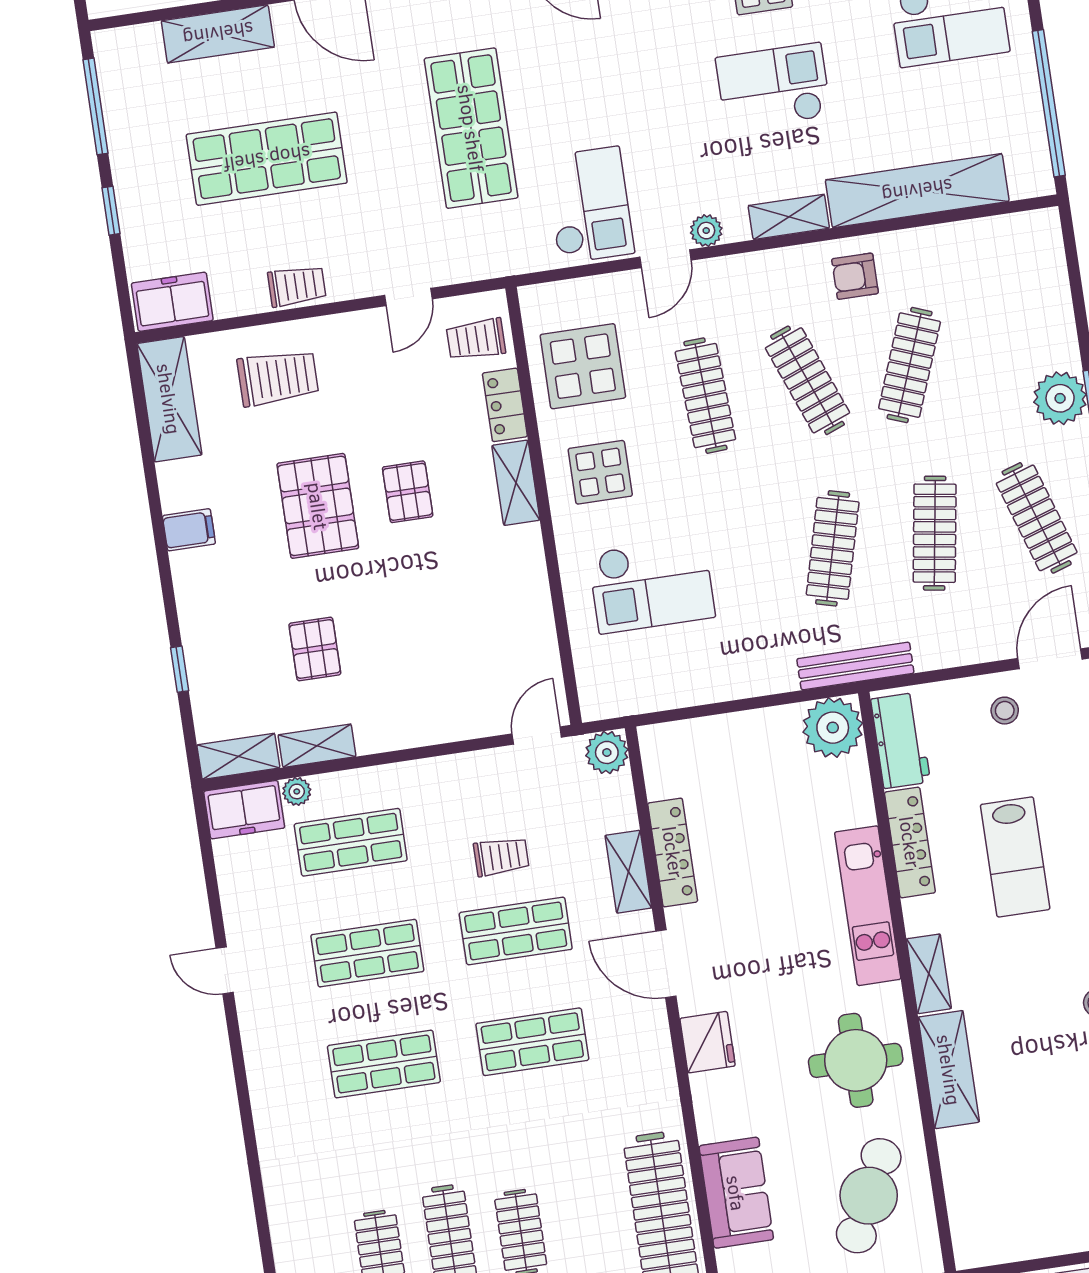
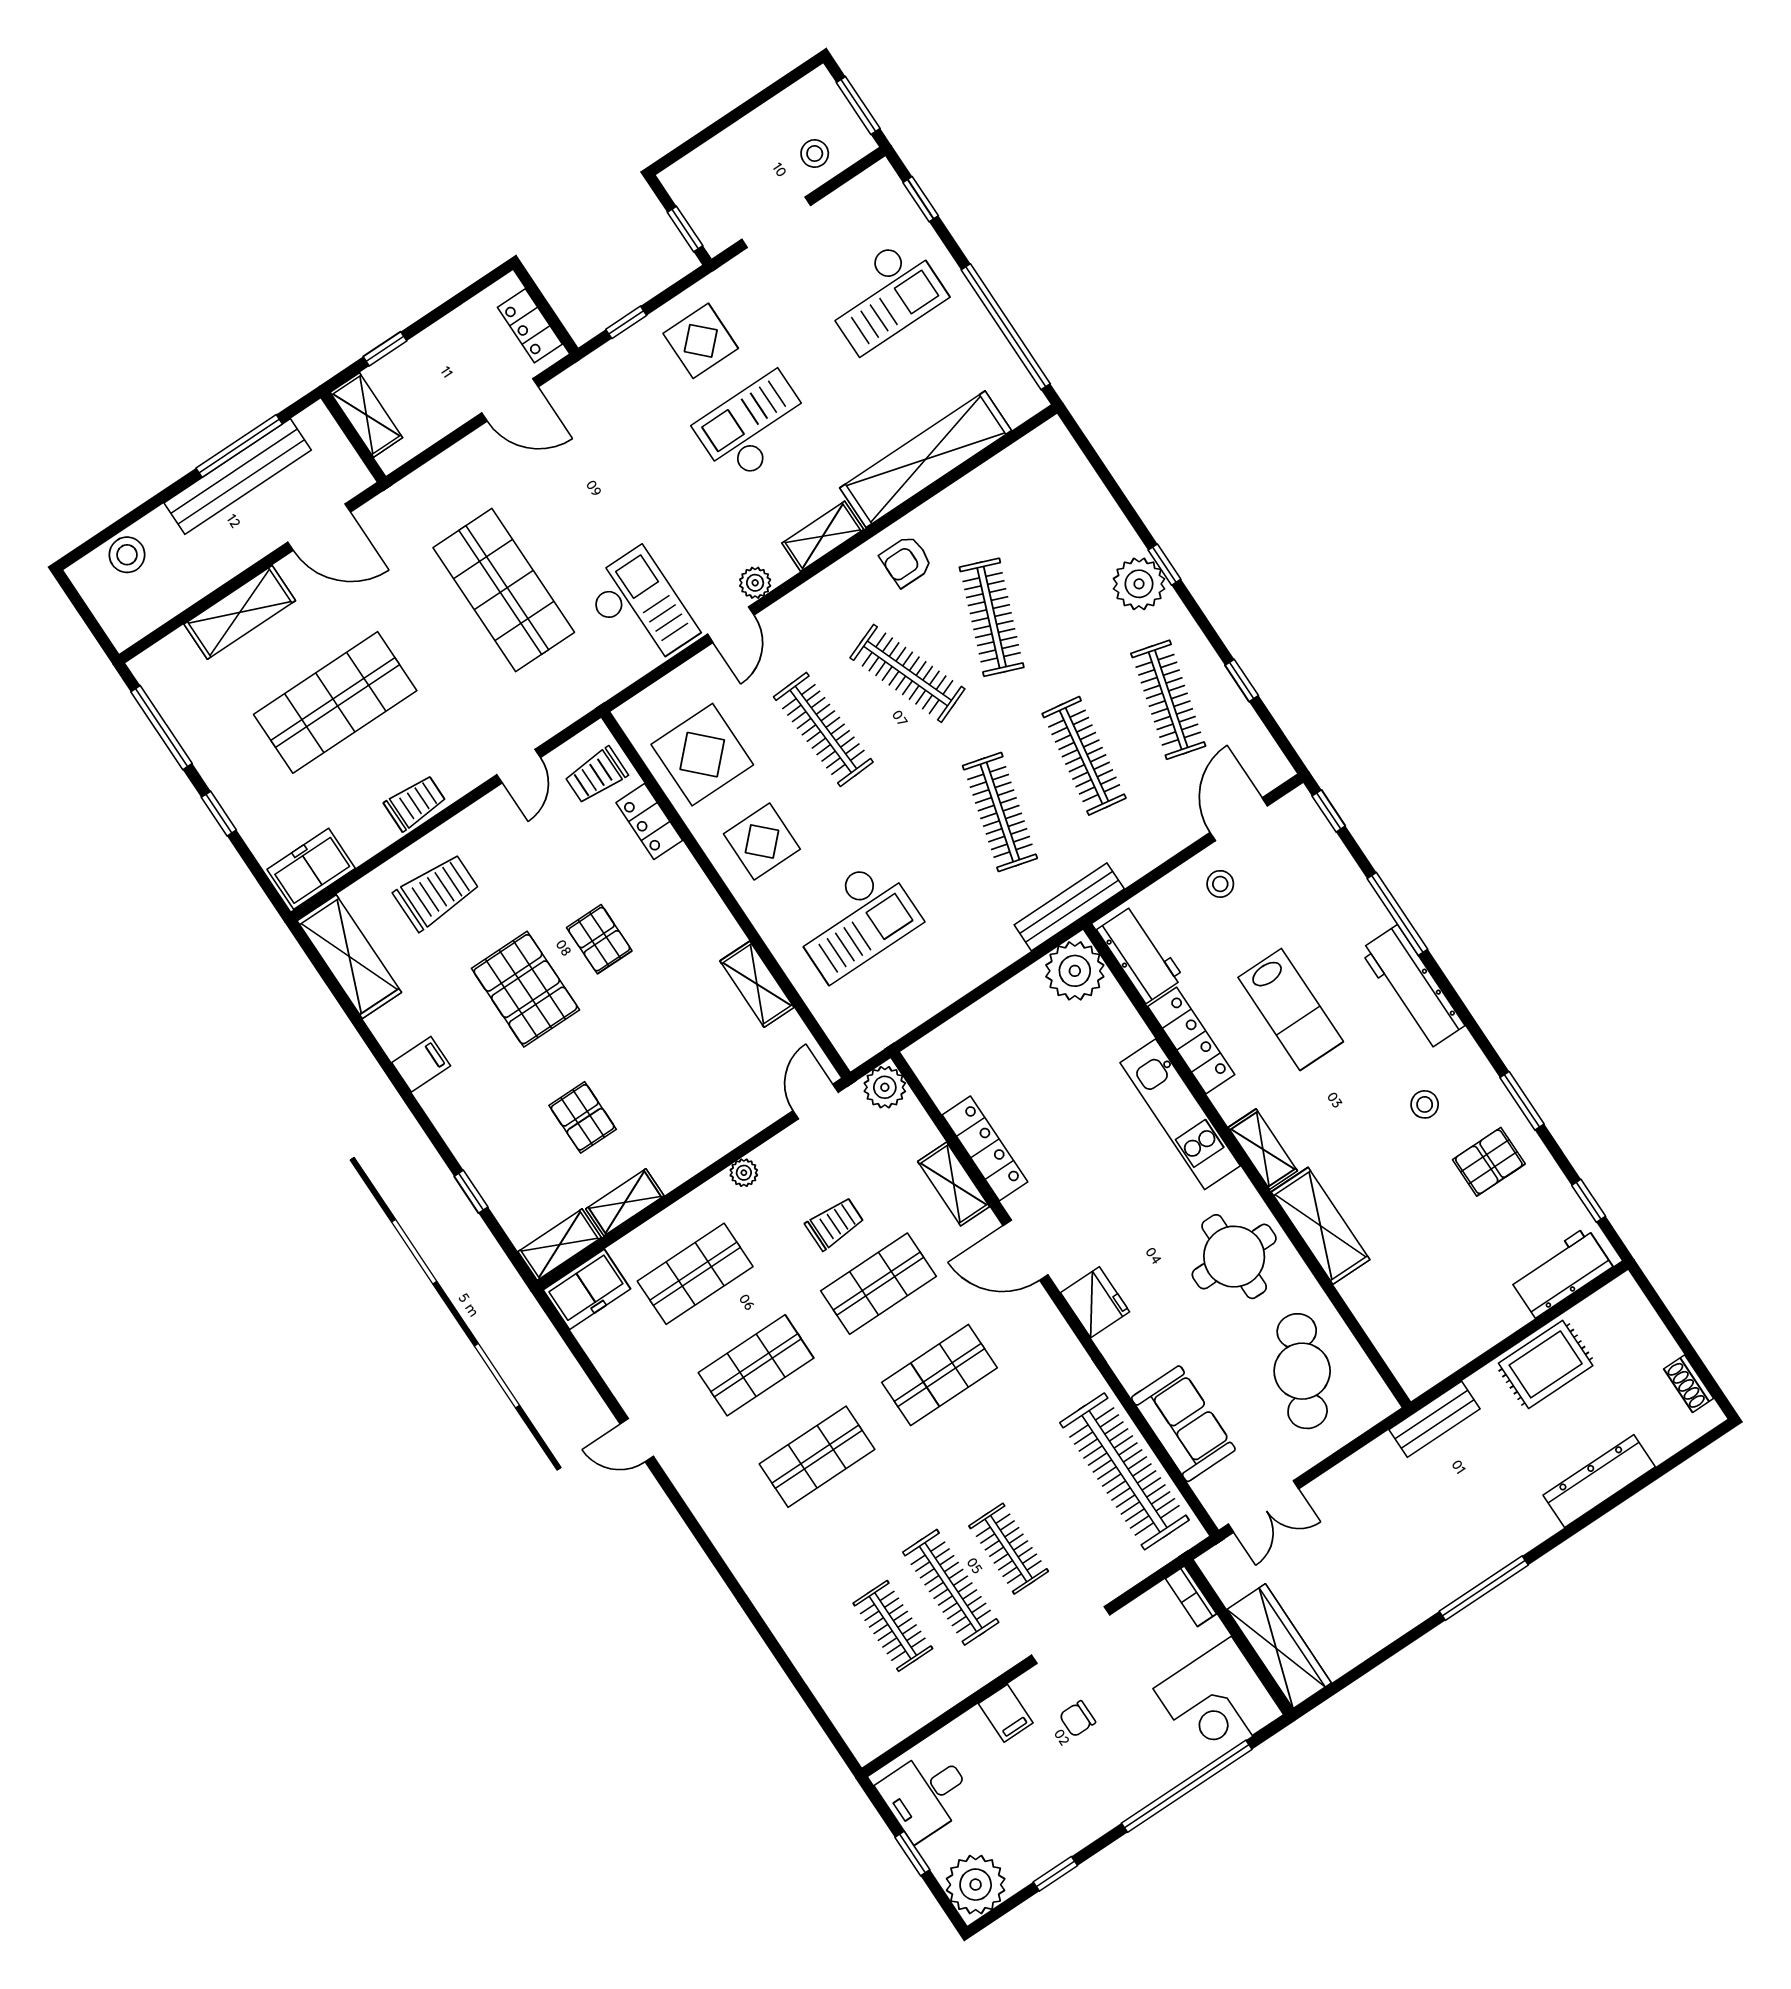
shelving: (516, 483) -> (757, 984), moved
clothes rail: (1037, 518) -> (1168, 700), turned 33
plant: (297, 791) -> (744, 1173), moved

